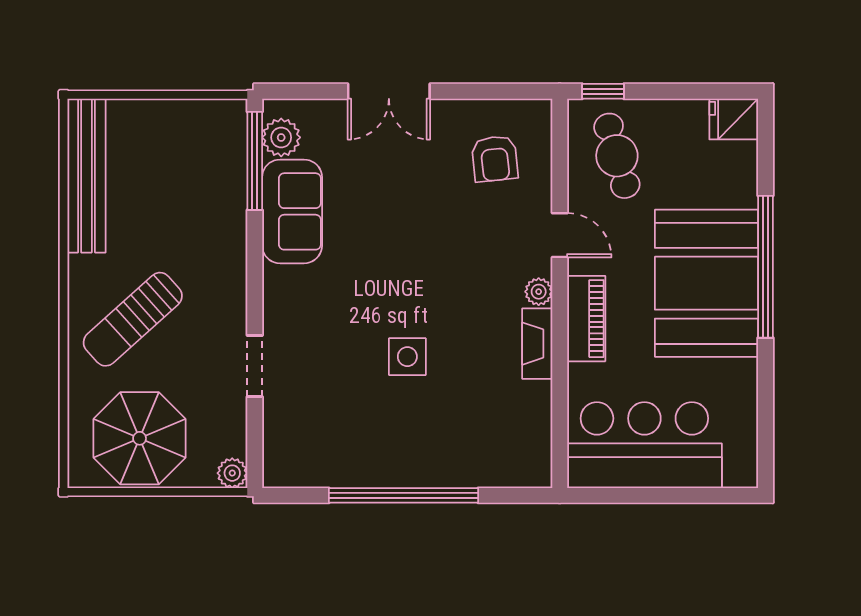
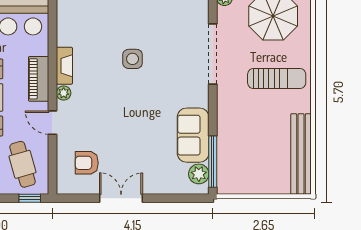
double door: (389, 91) -> (121, 198), moved
armchair: (495, 159) -> (87, 163), turned -84
sun lounger: (133, 319) -> (277, 79), turned 42
doorway: (255, 366) -> (213, 54), width x1.87

